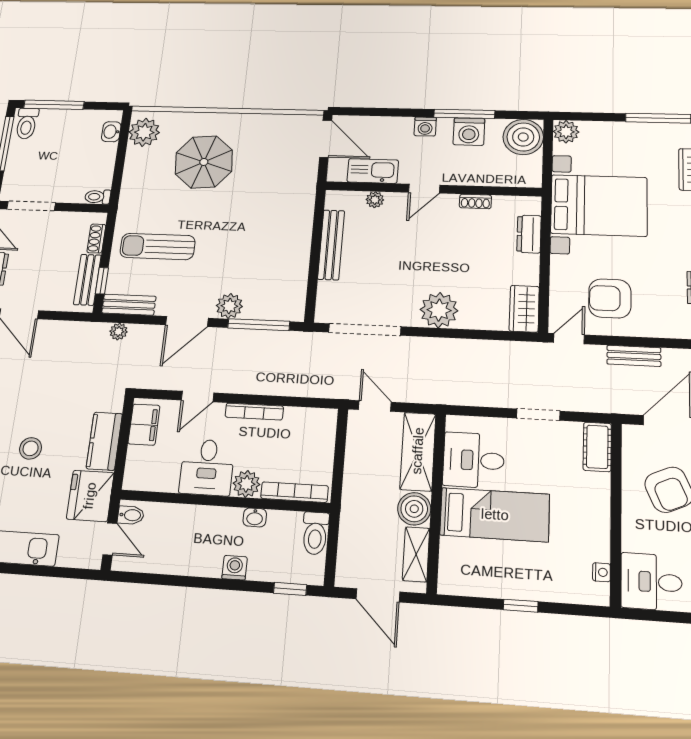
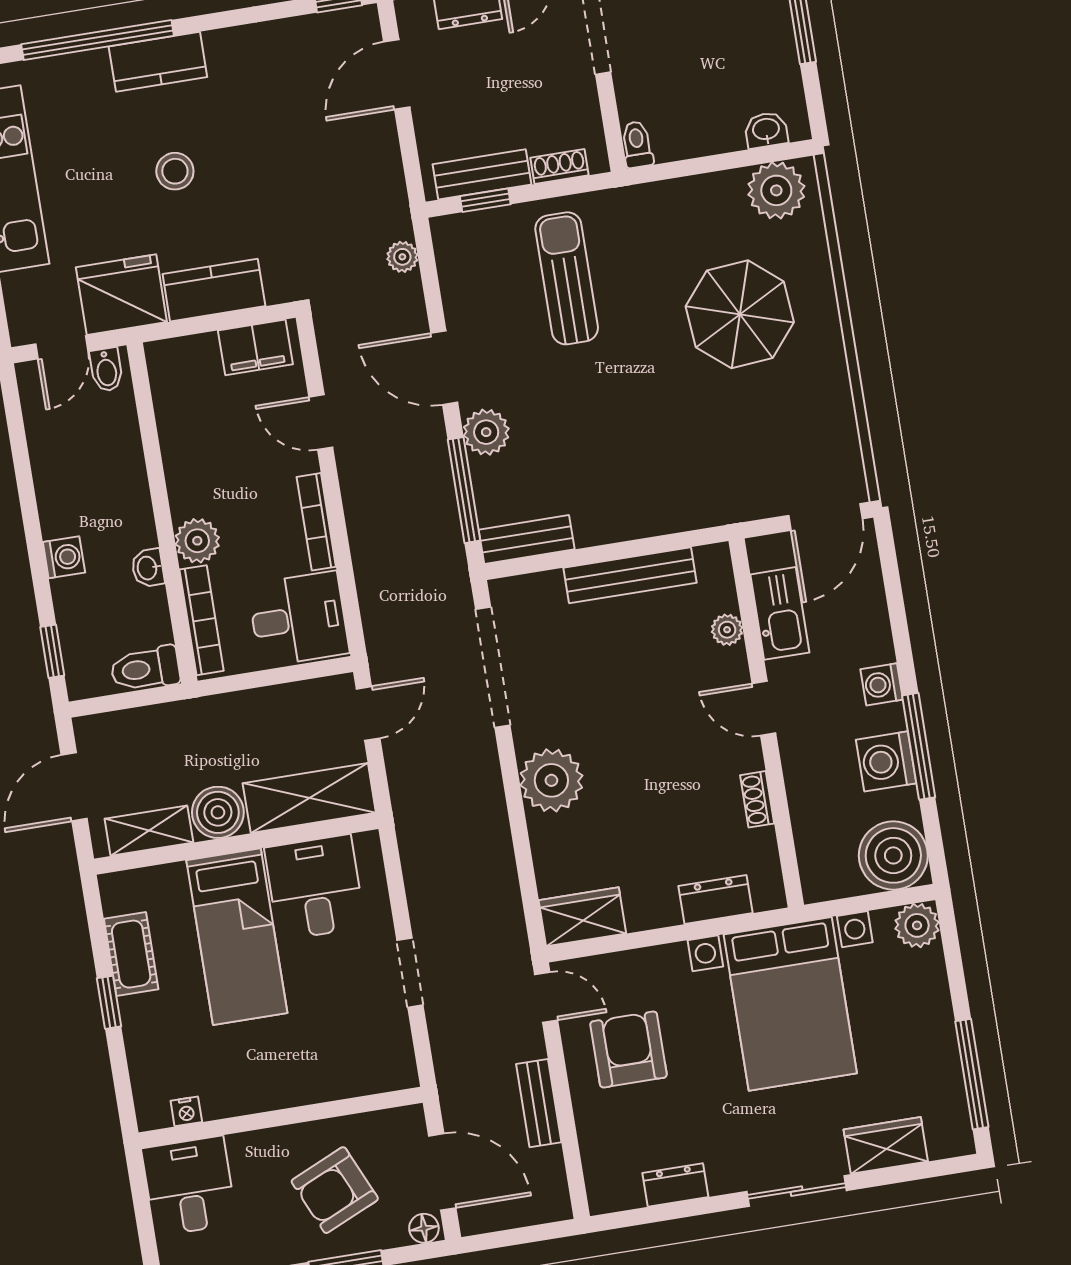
bench: (129, 305) -> (527, 539), moved, turned 90
cot: (597, 447) -> (131, 954), moved, turned 90
desk: (207, 467) -> (298, 619), moved, turned 180

